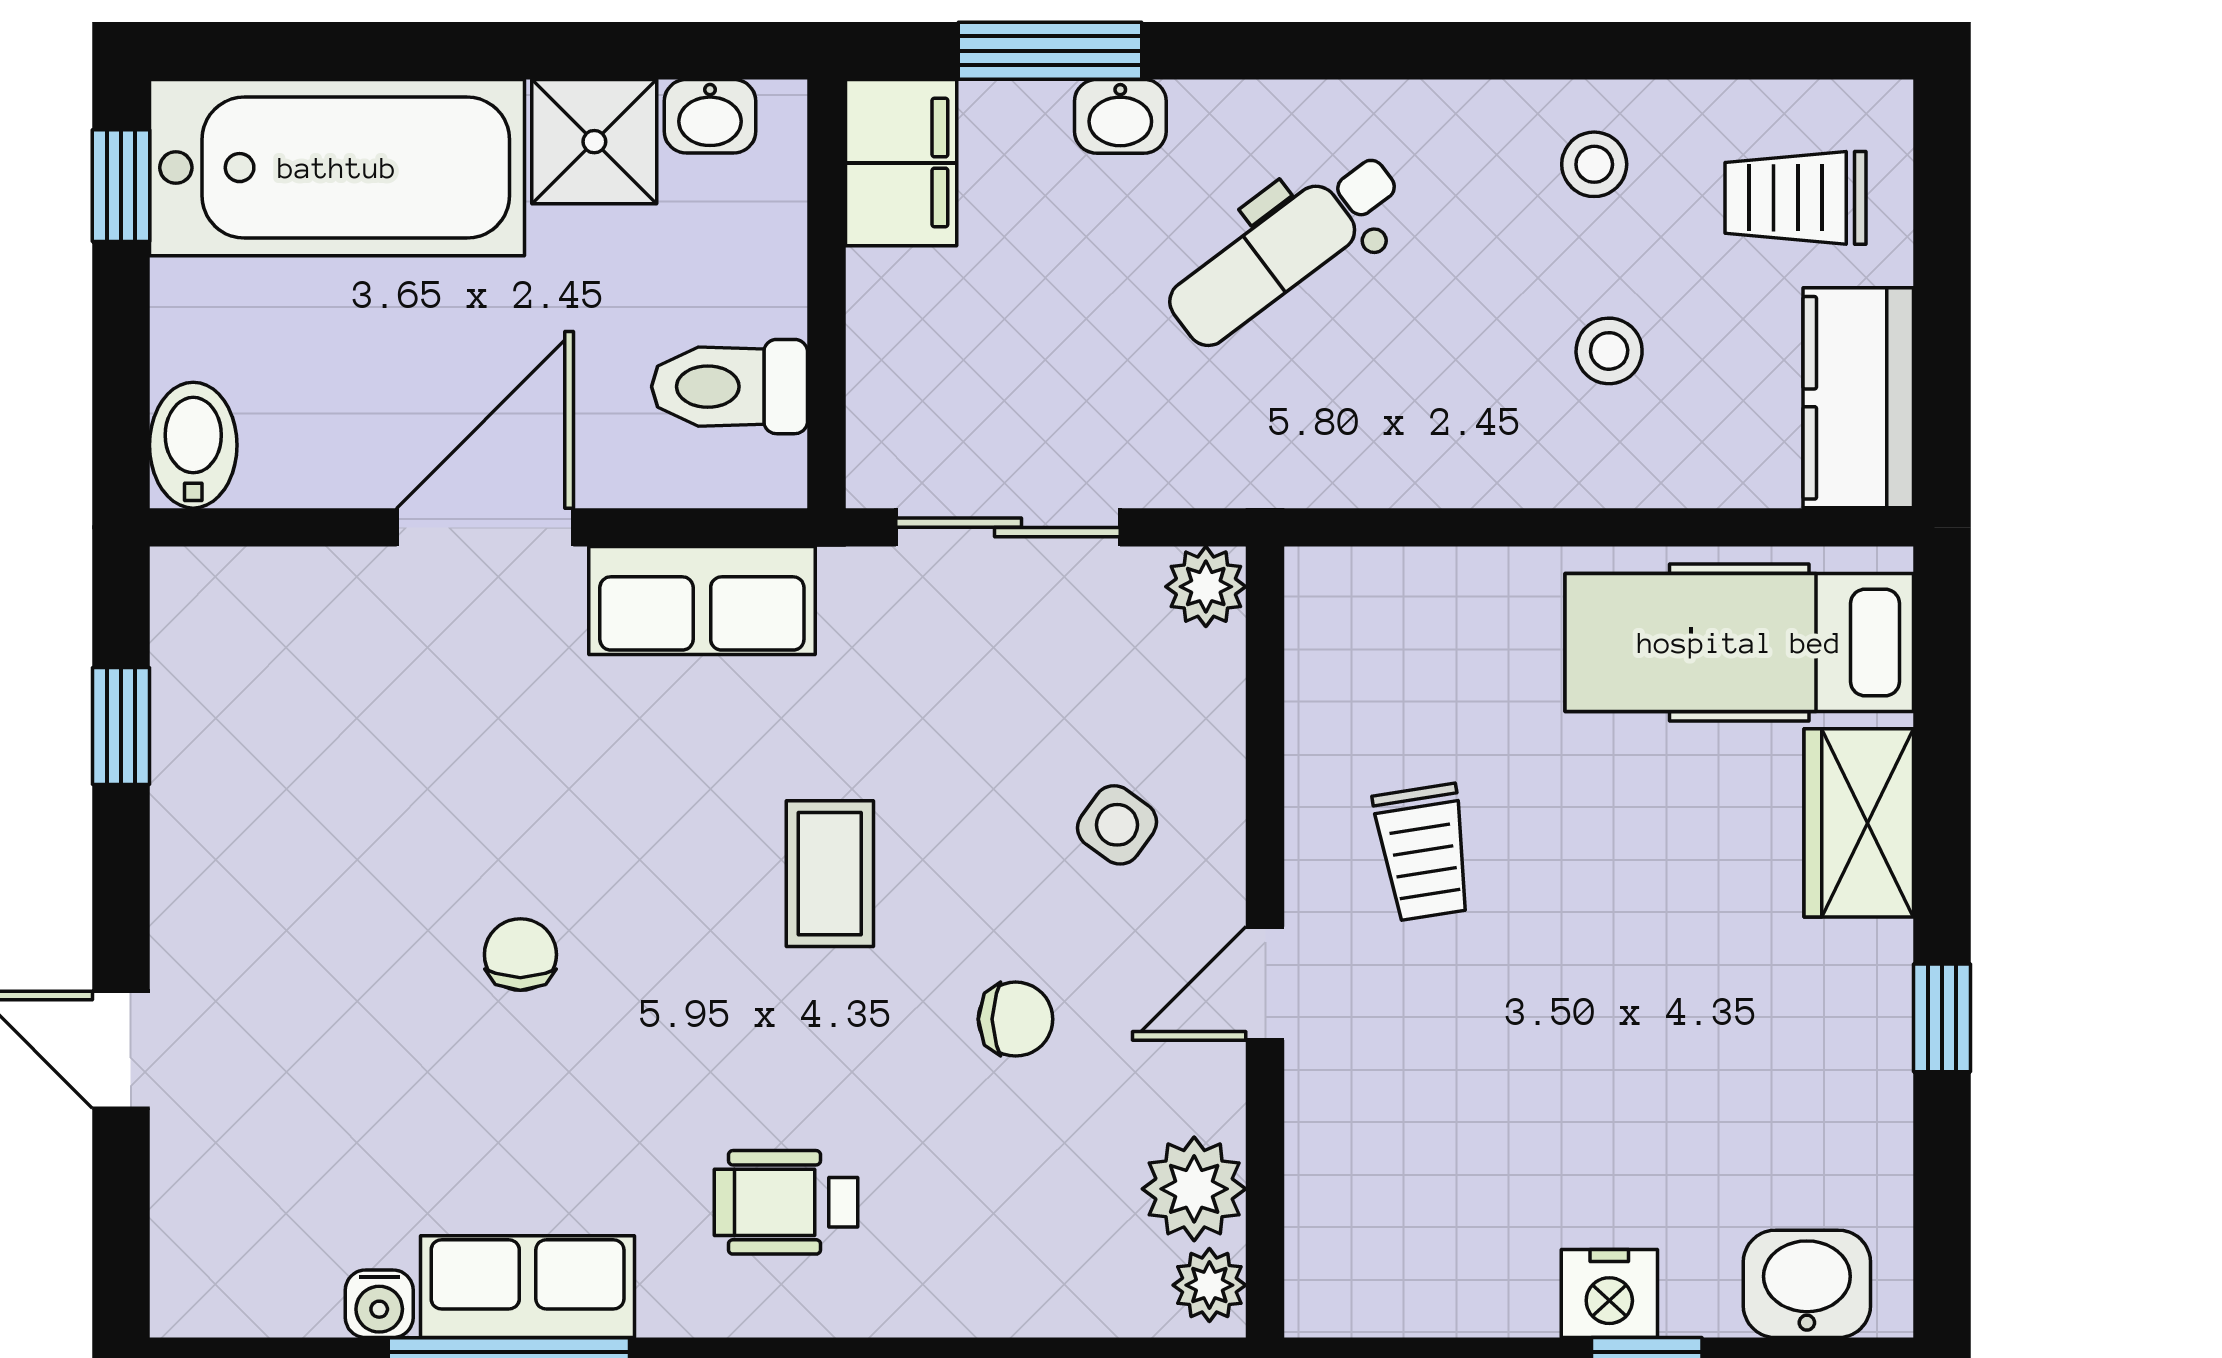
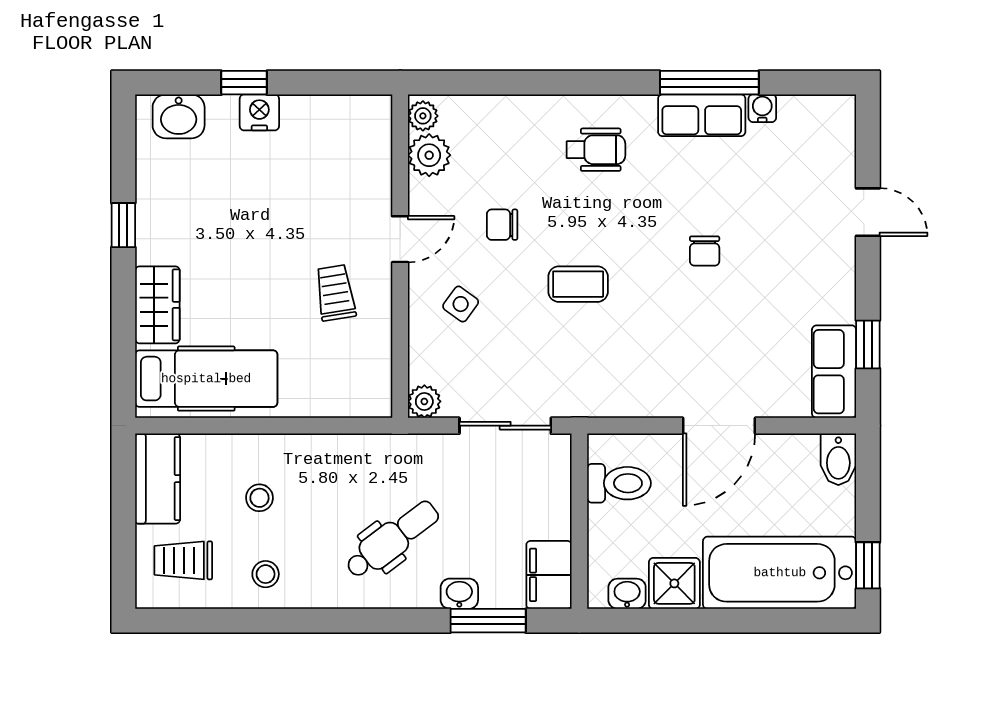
trolley: (1795, 198) -> (183, 560), turned 180
row of seats: (702, 600) -> (834, 372), moved, turned -90
coffee table: (830, 874) -> (578, 284), turned 90

